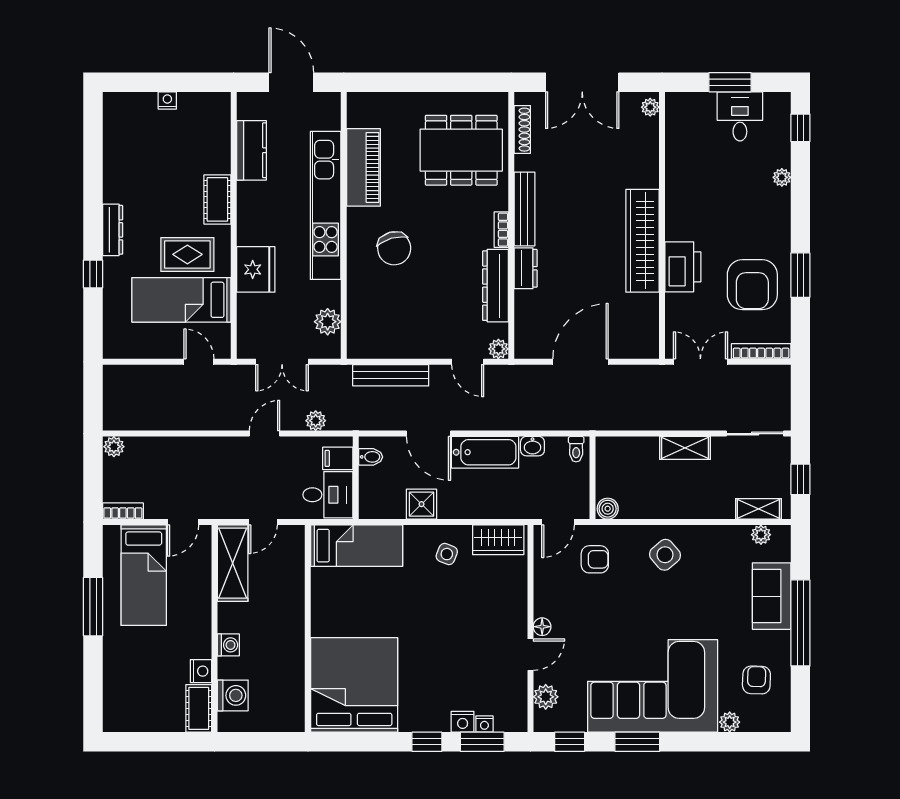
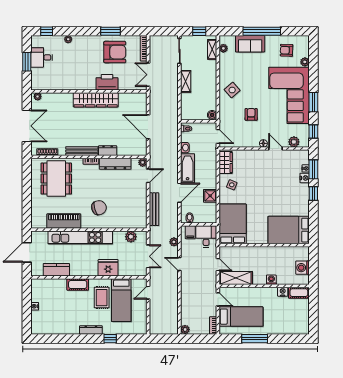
bed: (357, 546) -> (233, 224), width x1.50
armchair: (595, 559) -> (251, 114), moved
bed: (354, 685) -> (289, 230), width x0.73
washing machine: (233, 695) -> (303, 268), moved, turned -90

